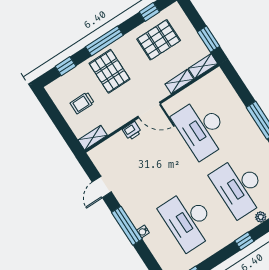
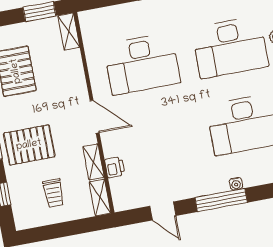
shelving: (179, 82) -> (93, 162), moved
door: (149, 110) -> (95, 117), hinge flipped
printer: (132, 131) -> (115, 167), moved

